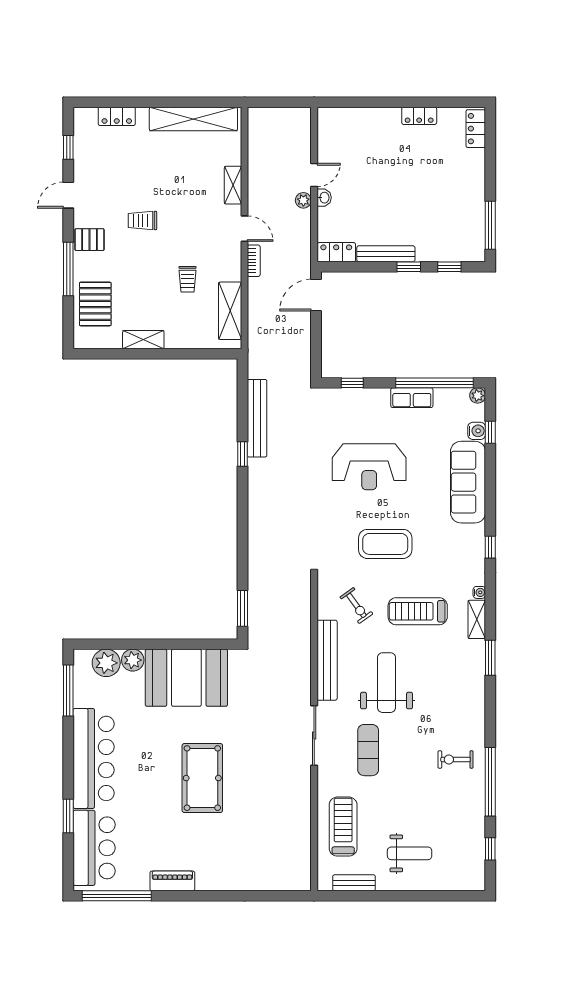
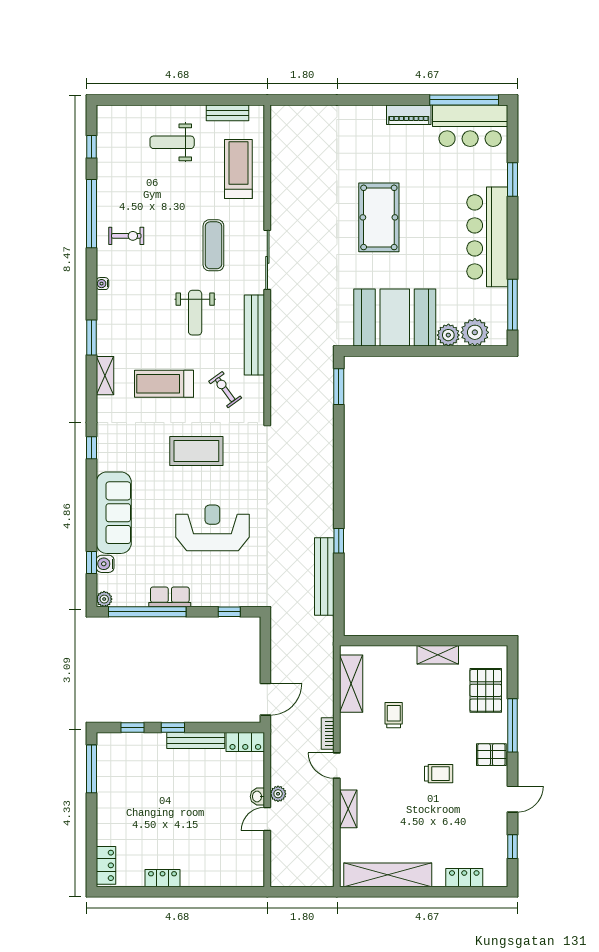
water cooler: (479, 592) -> (103, 284), moved
treadmill: (418, 611) -> (164, 384), turned 180
weight bench: (387, 683) -> (195, 313), width x0.73, depth x0.75
treadmill: (343, 827) -> (238, 169), turned 180
bar counter: (94, 848) -> (470, 126), moved, turned -90

